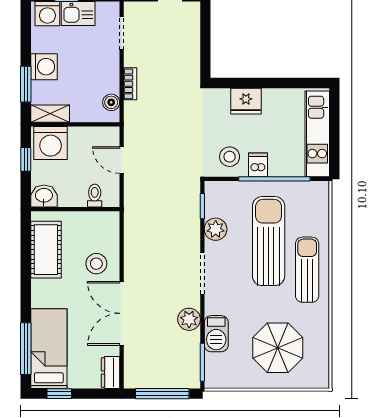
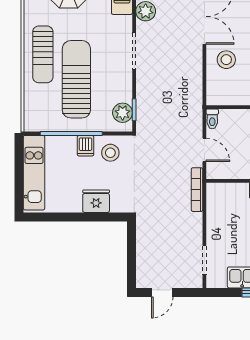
bookcase: (130, 84) -> (197, 190), moved, width x1.56
boiler: (111, 102) -> (213, 200), removed
toilet: (95, 196) -> (212, 119), moved
plant: (216, 229) -> (123, 113), moved
sun lounger: (269, 241) -> (76, 79), turned 180

